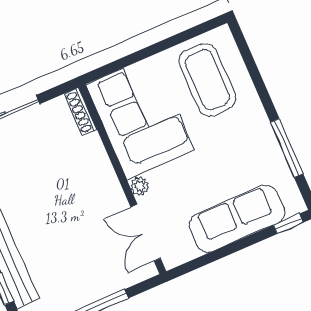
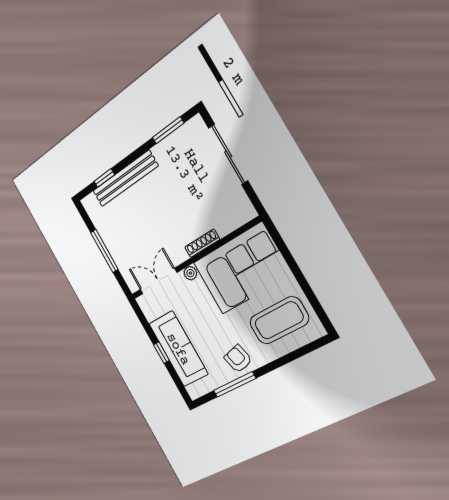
shoe rack: (81, 112) -> (202, 243), moved
armchair: (253, 138) -> (238, 359), added
window: (288, 224) -> (161, 353), moved

